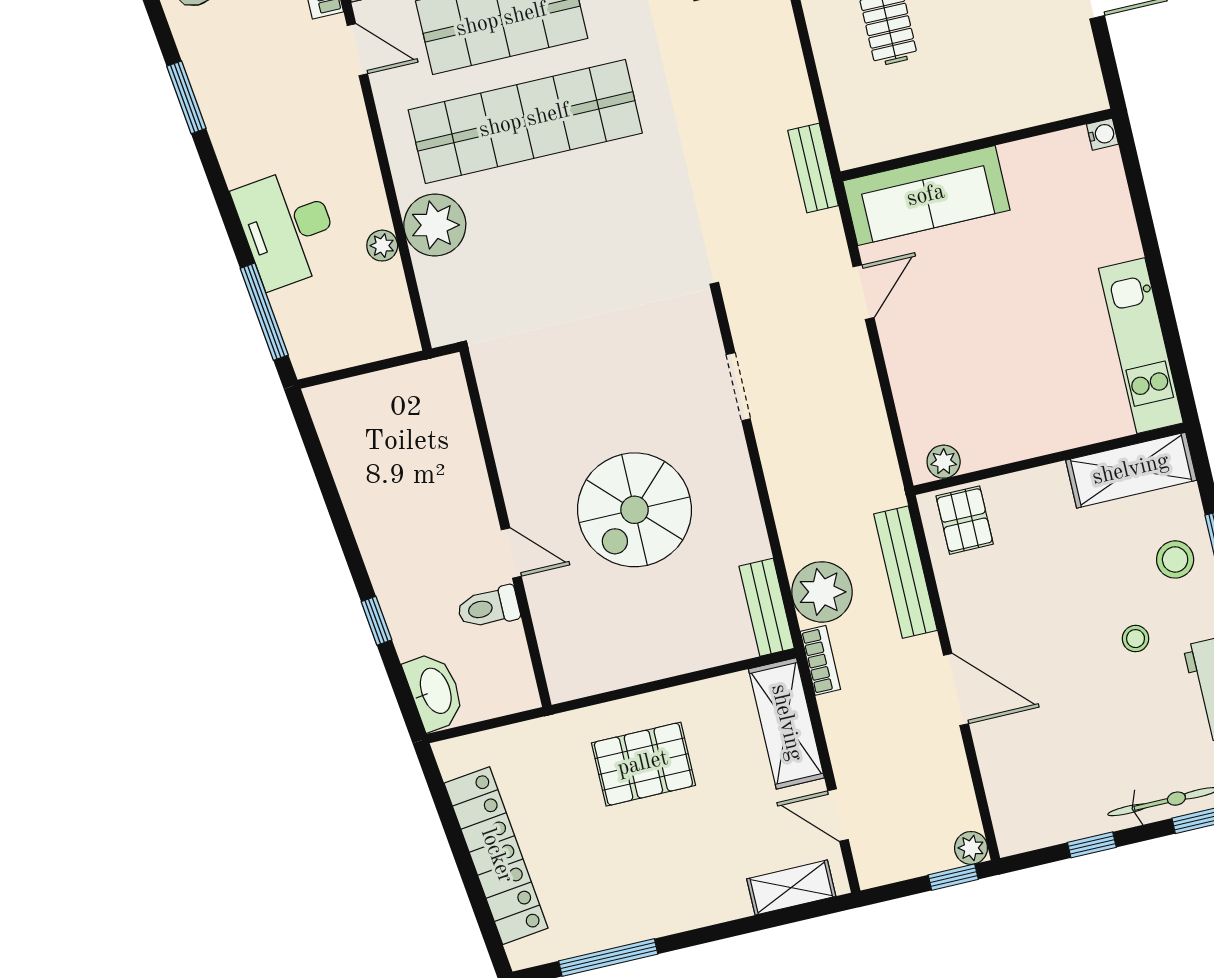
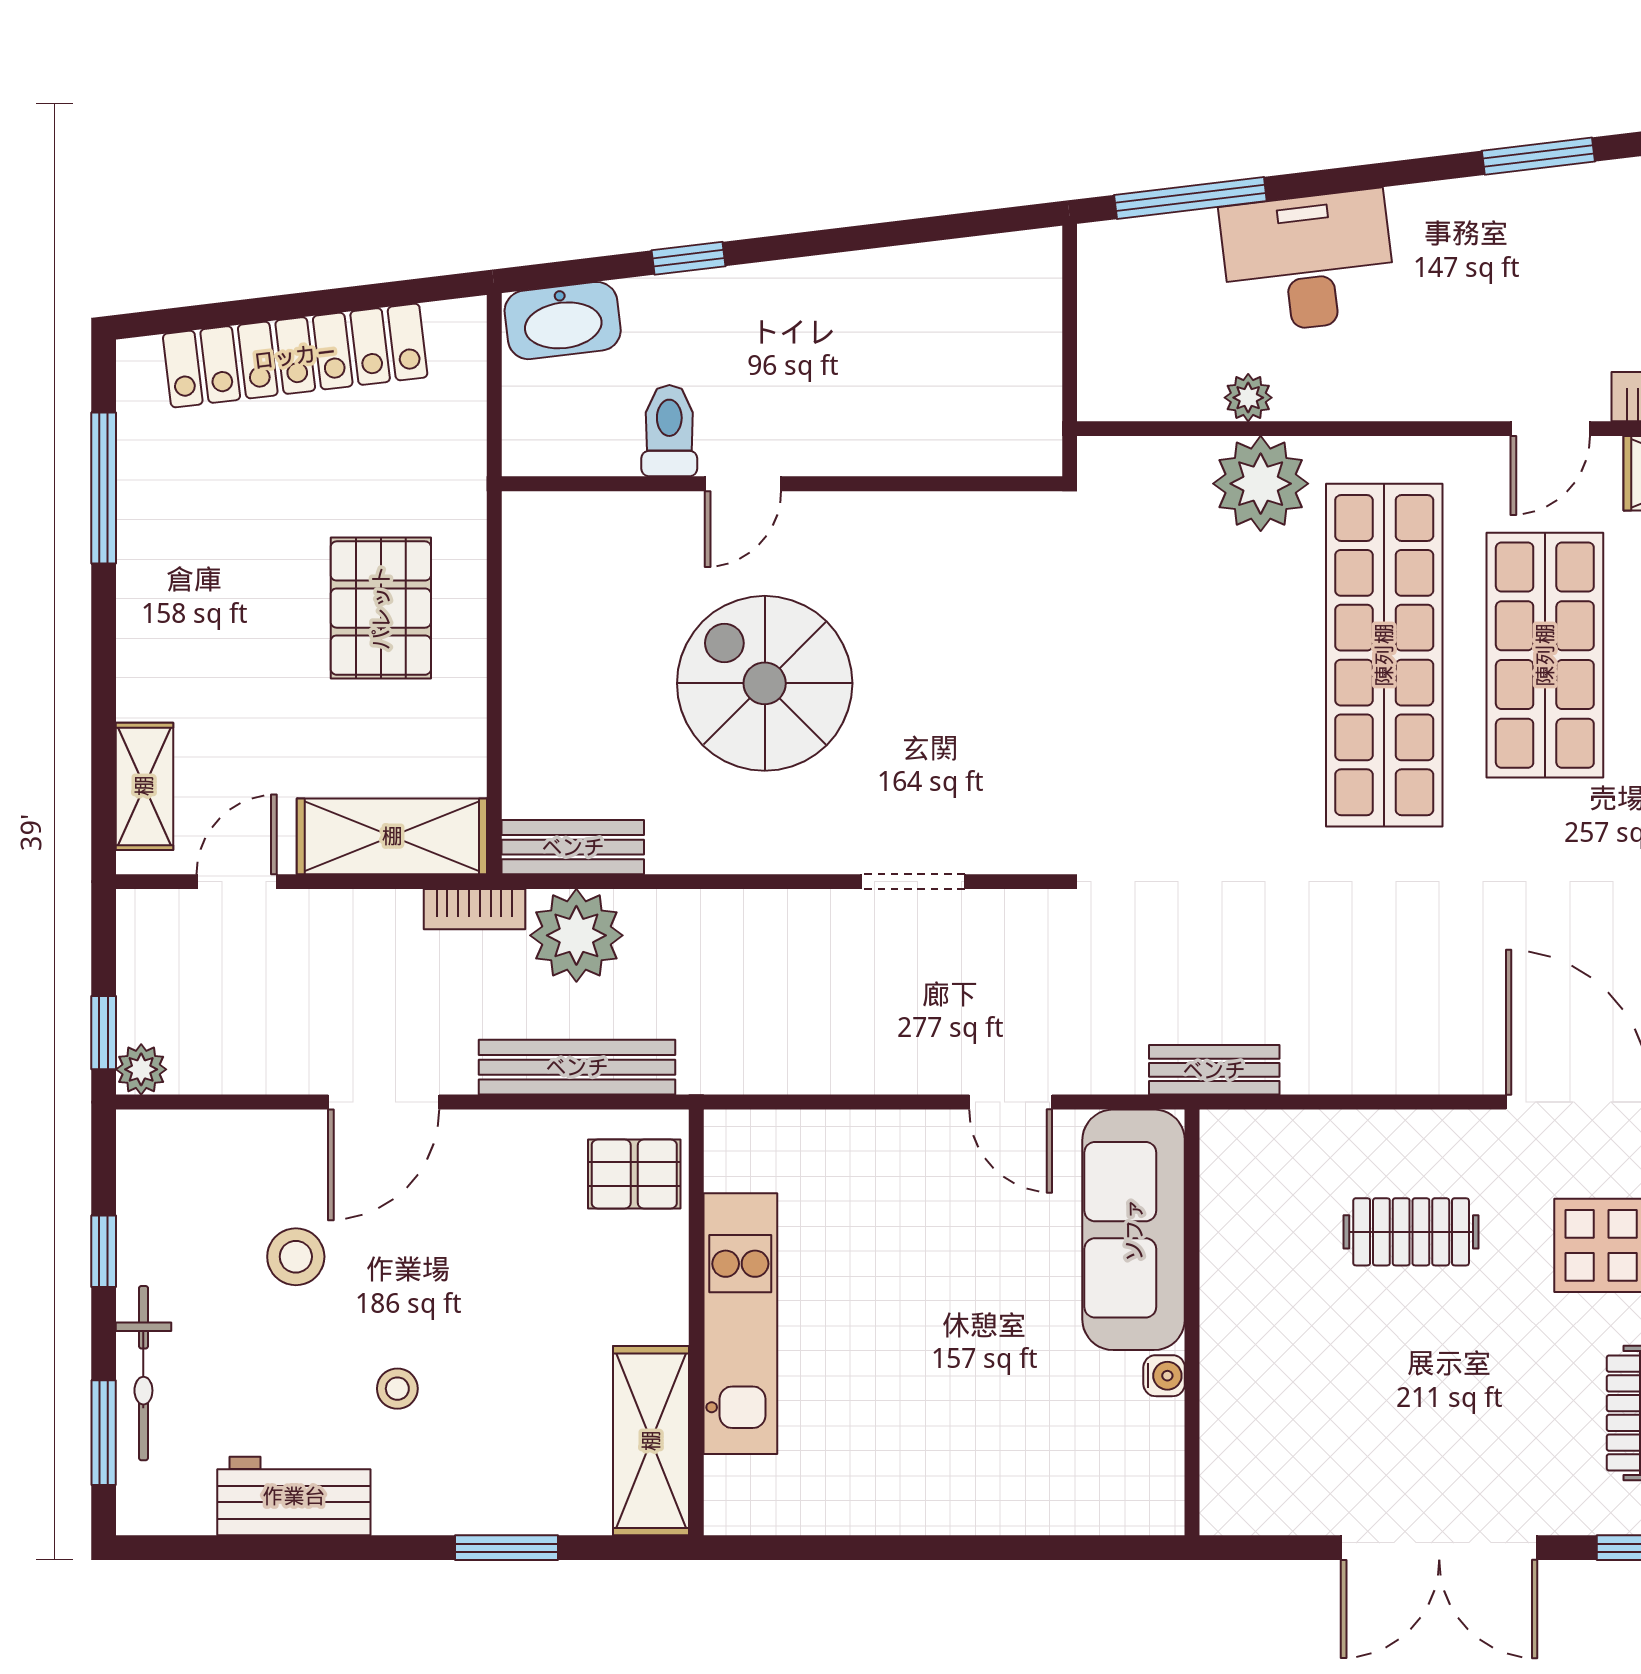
water cooler: (1102, 134) -> (1164, 1376), moved, turned -90
kitchen unit: (1141, 346) -> (740, 1324), moved, turned 90
plant: (944, 462) -> (729, 1163), removed
stool: (1175, 559) -> (296, 1257), moved

